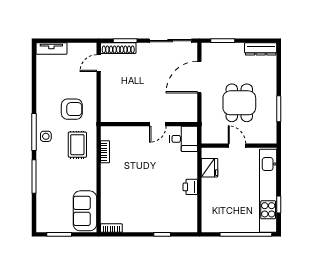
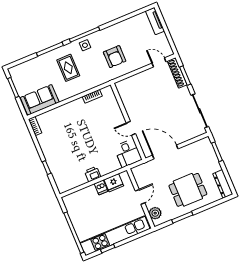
door: (199, 77) -> (165, 152), moved
dining table: (239, 103) -> (188, 190), moved
plant: (262, 136) -> (155, 213), added
rug: (77, 145) -> (68, 68), moved, turned 90
dishwasher: (209, 184) -> (101, 187), added

